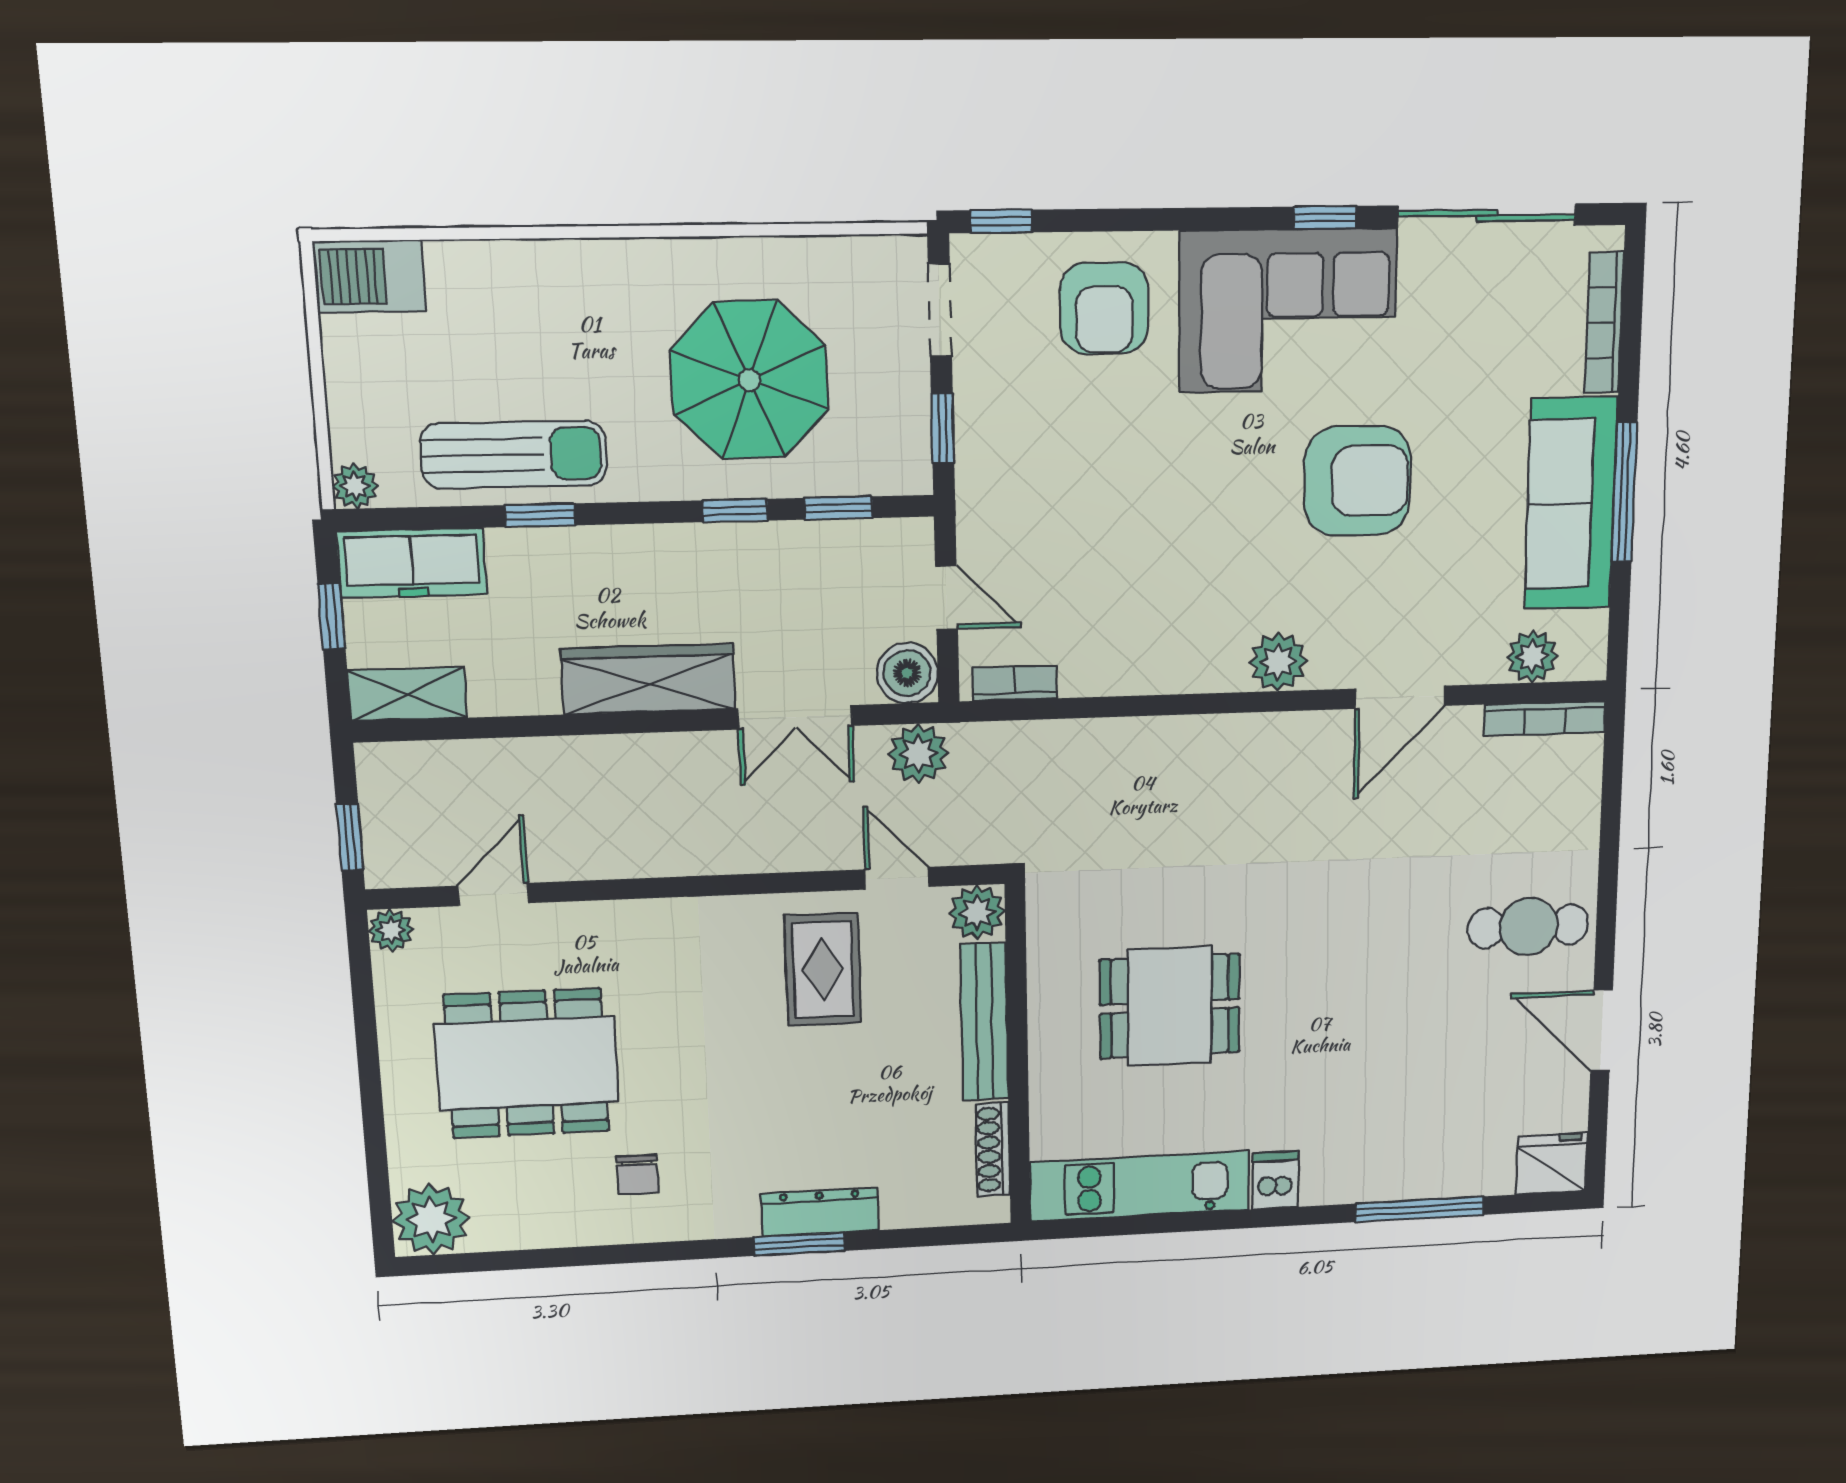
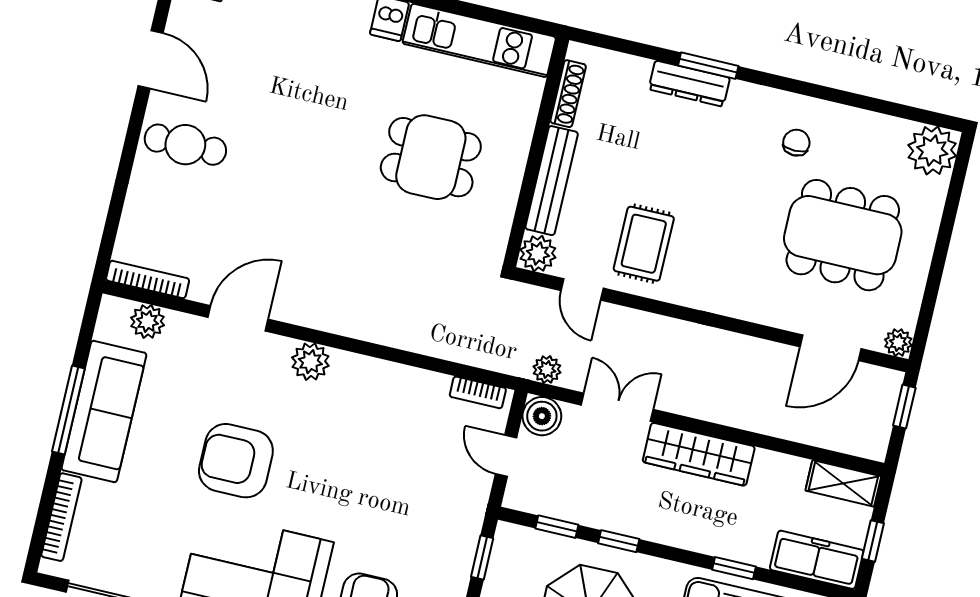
plant: (918, 754) -> (547, 370), width x0.73, depth x0.73
door: (493, 894) -> (830, 348), width x1.37

